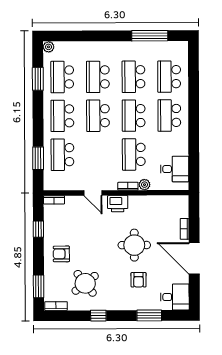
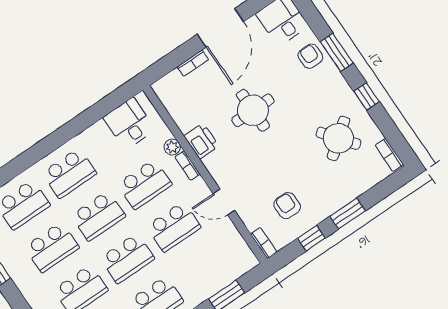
school desk: (62, 155) -> (174, 227), moved
door: (93, 193) -> (224, 202), swing flipped
printer: (118, 204) -> (201, 141), moved
armchair: (61, 254) -> (287, 206), moved, turned 180
armchair: (139, 280) -> (310, 56), moved, turned -90
window: (39, 286) -> (348, 214), moved
window: (149, 315) -> (337, 52), moved

